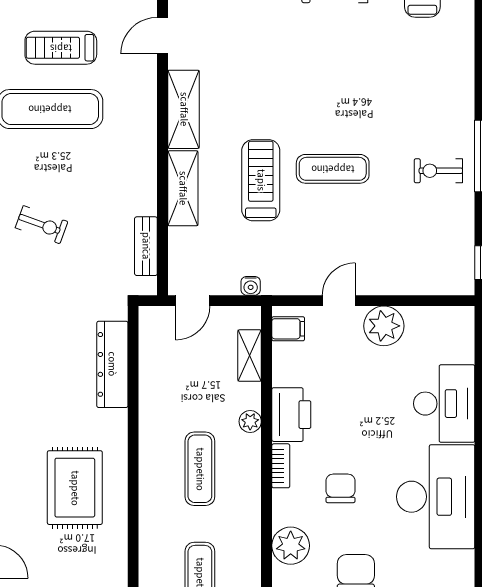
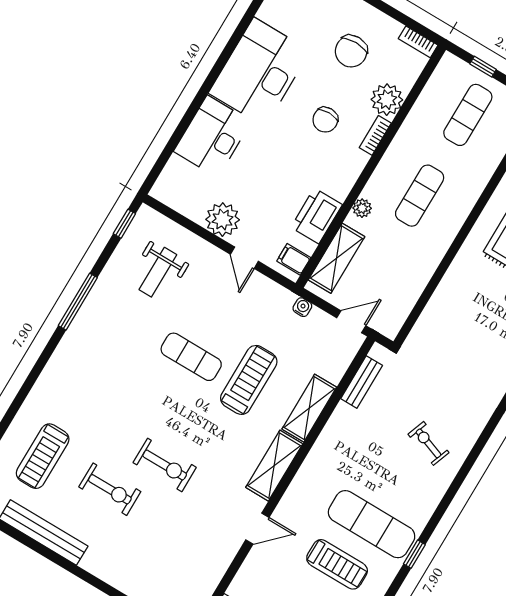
exercise bike: (438, 171) -> (165, 465), moved, width x1.38, depth x1.39
treadmill: (261, 180) -> (249, 380), turned 180
weight bench: (417, 234) -> (158, 272), added
door: (339, 301) -> (244, 258), hinge flipped
shelving: (250, 356) -> (336, 258), width x1.50, depth x1.33
dresser: (112, 364) -> (438, 310), removed
printer: (291, 415) -> (317, 216), moved
bookcase: (281, 466) -> (375, 135), moved

